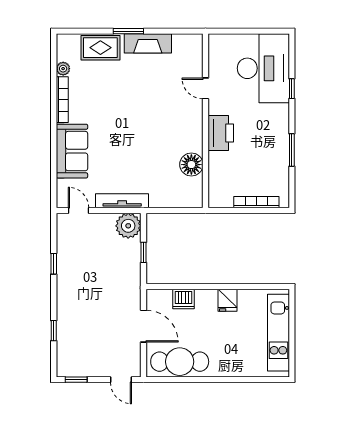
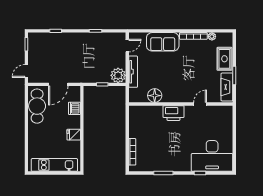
door: (206, 88) -> (200, 104), moved
wall: (206, 121) -> (181, 104), moved
printer: (221, 133) -> (173, 113), moved
floor lamp: (191, 165) -> (155, 96), moved

